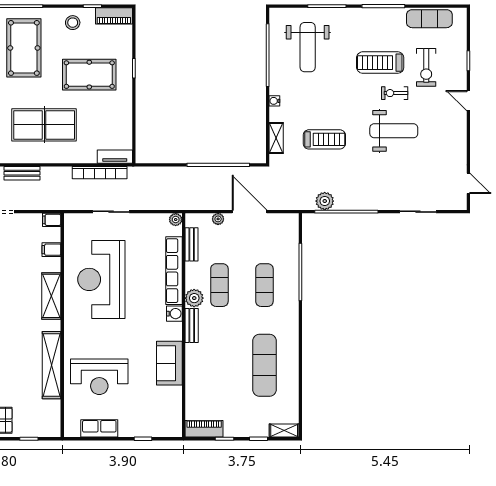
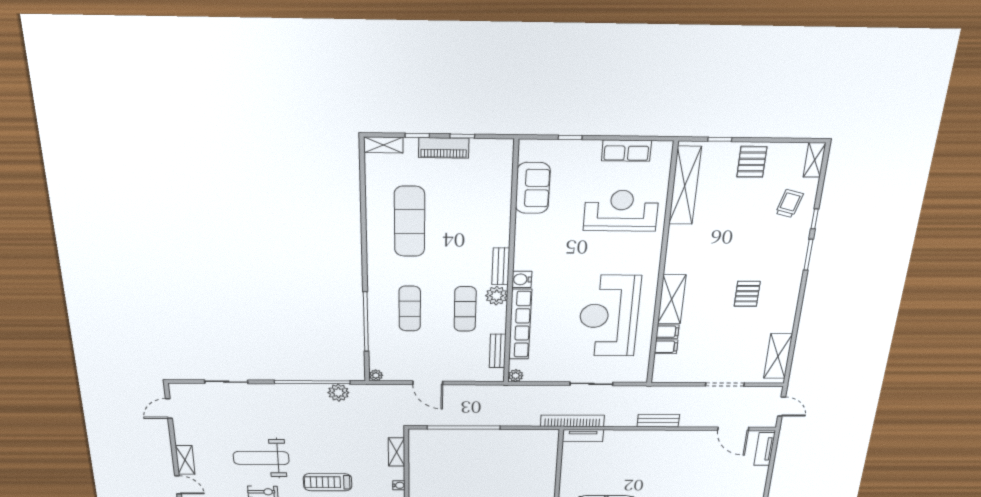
table tennis table: (44, 125) -> (660, 465), removed
shelving: (460, 128) -> (185, 460), added
treadmill: (324, 139) -> (328, 482), moved
bench: (22, 173) -> (658, 421), moved
bookcase: (100, 173) -> (572, 421), moved
door: (468, 183) -> (169, 409), hinge flipped
door: (249, 212) -> (428, 383), width x0.73
plant: (218, 219) -> (376, 375), moved
filing cabinet: (52, 220) -> (667, 332), moved
reception desk: (101, 279) -> (609, 316), turned 180
sofa: (169, 363) -> (533, 188), moved
shelving: (51, 365) -> (685, 186), moved
piano: (204, 429) -> (444, 148), moved

